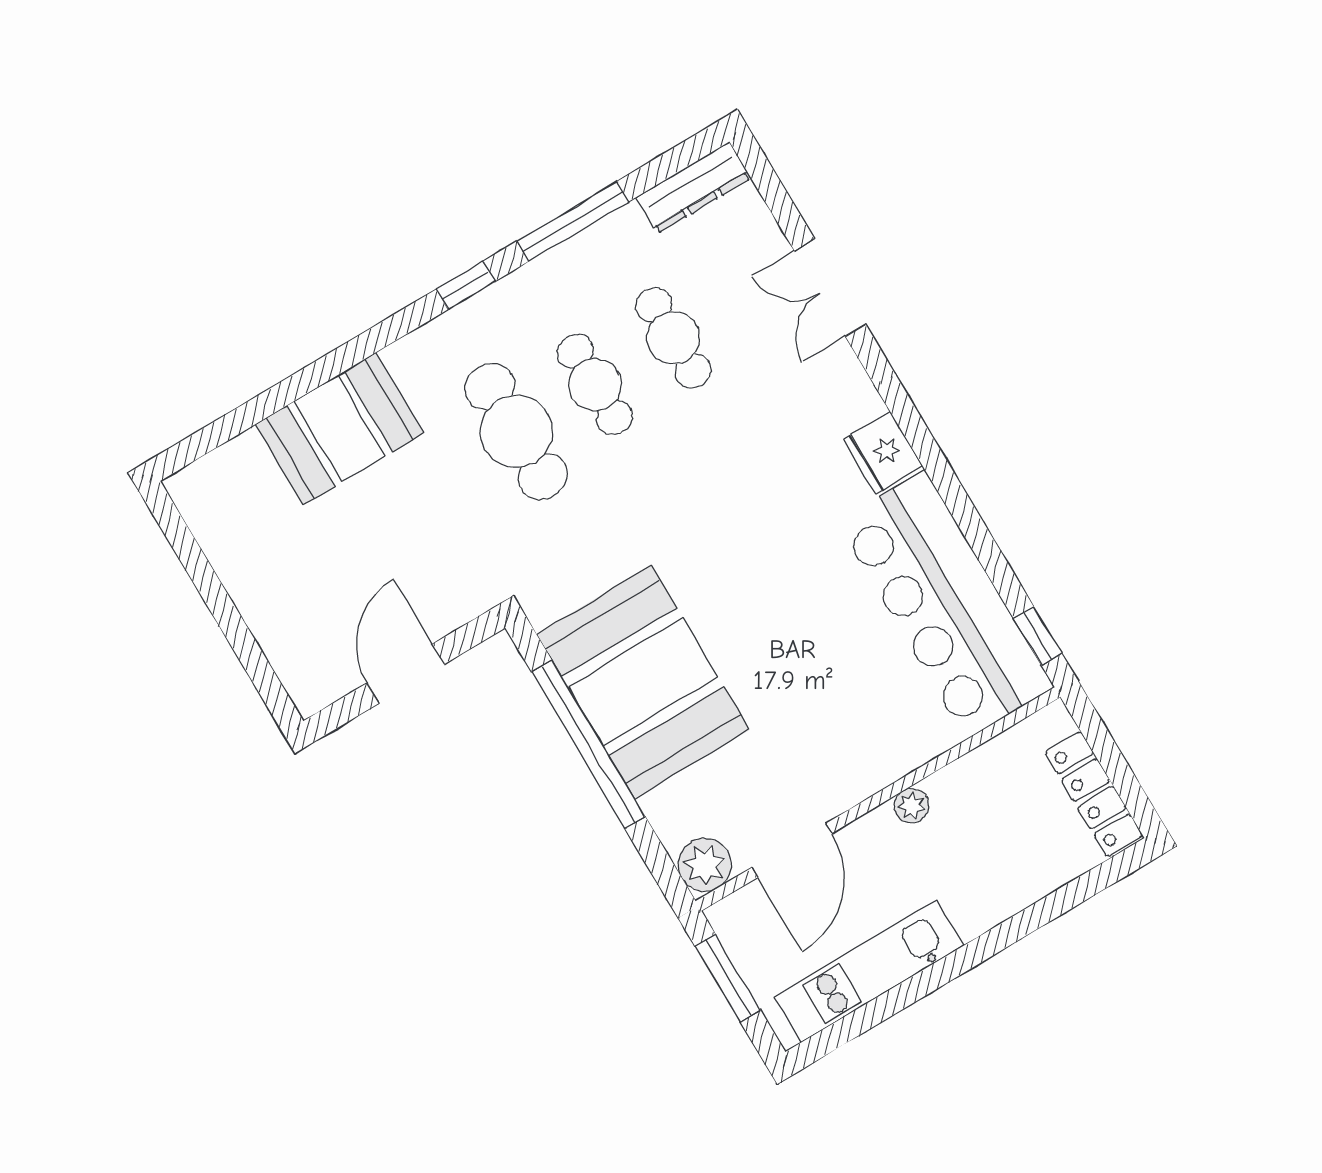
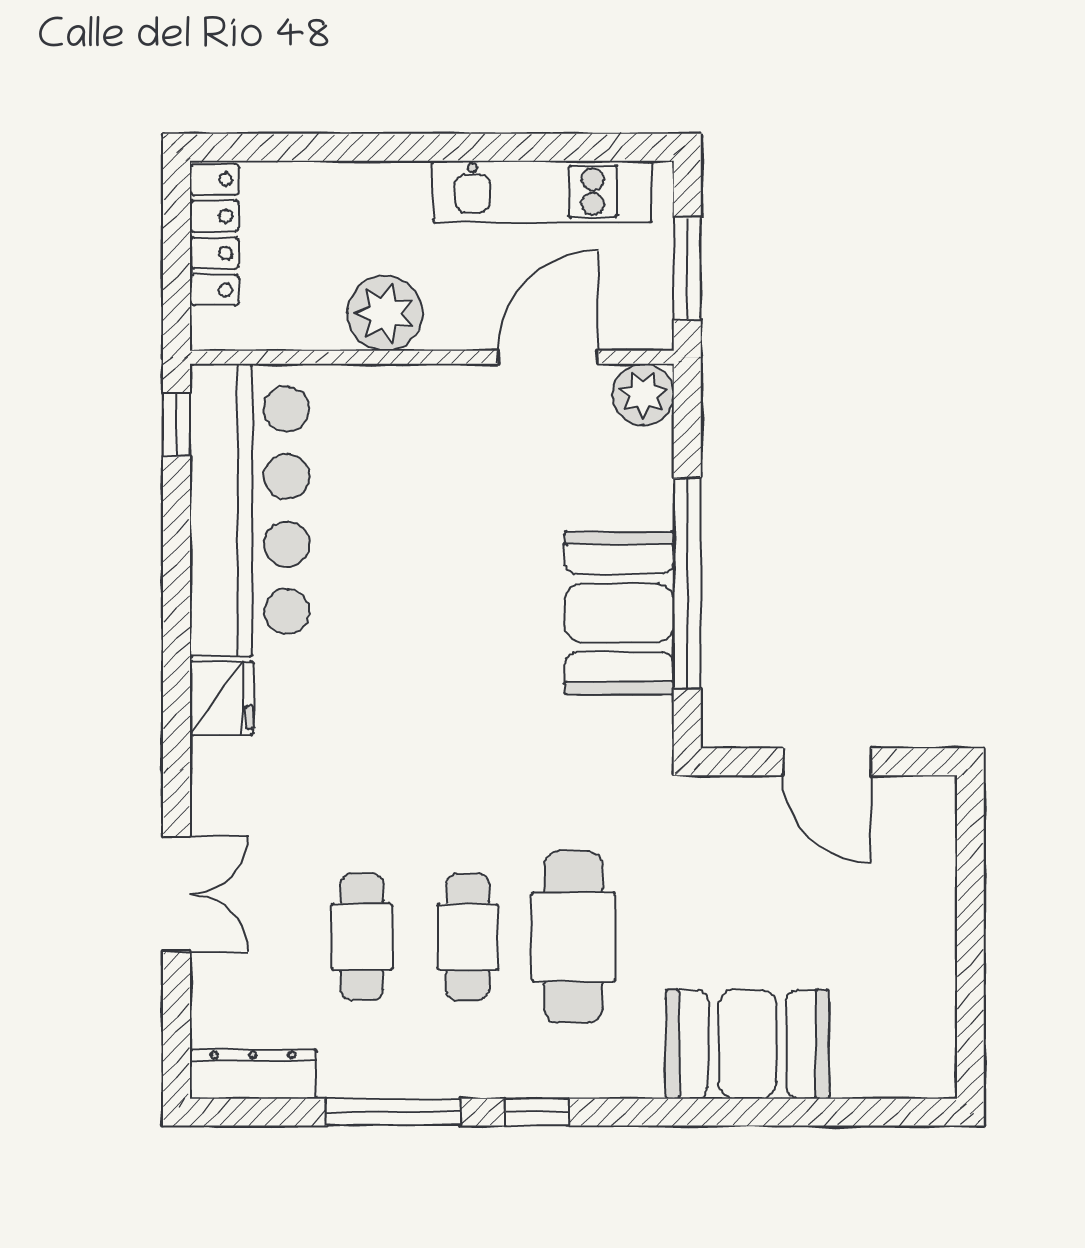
door: (406, 674) -> (827, 762), hinge flipped
booth: (643, 682) -> (619, 613), width x0.73, depth x0.70
plant: (912, 806) -> (385, 313), width x1.87, depth x1.87

